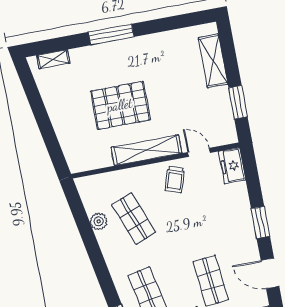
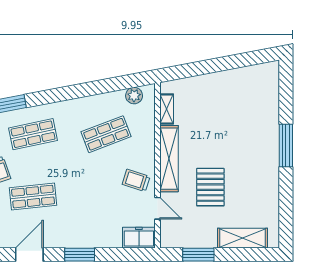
shelving: (53, 59) -> (167, 109), moved
pallet: (120, 105) -> (210, 187), moved, width x0.73, depth x0.71
door: (199, 152) -> (158, 208), hinge flipped
plant: (99, 221) -> (134, 96), moved

